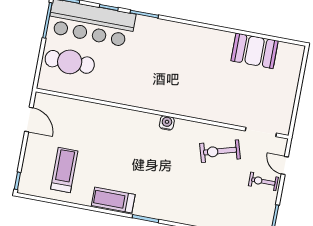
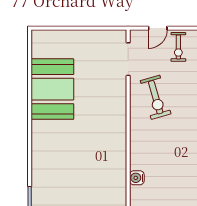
booth: (255, 51) -> (52, 89), width x1.36, depth x1.42
water cooler: (167, 123) -> (137, 178), moved

